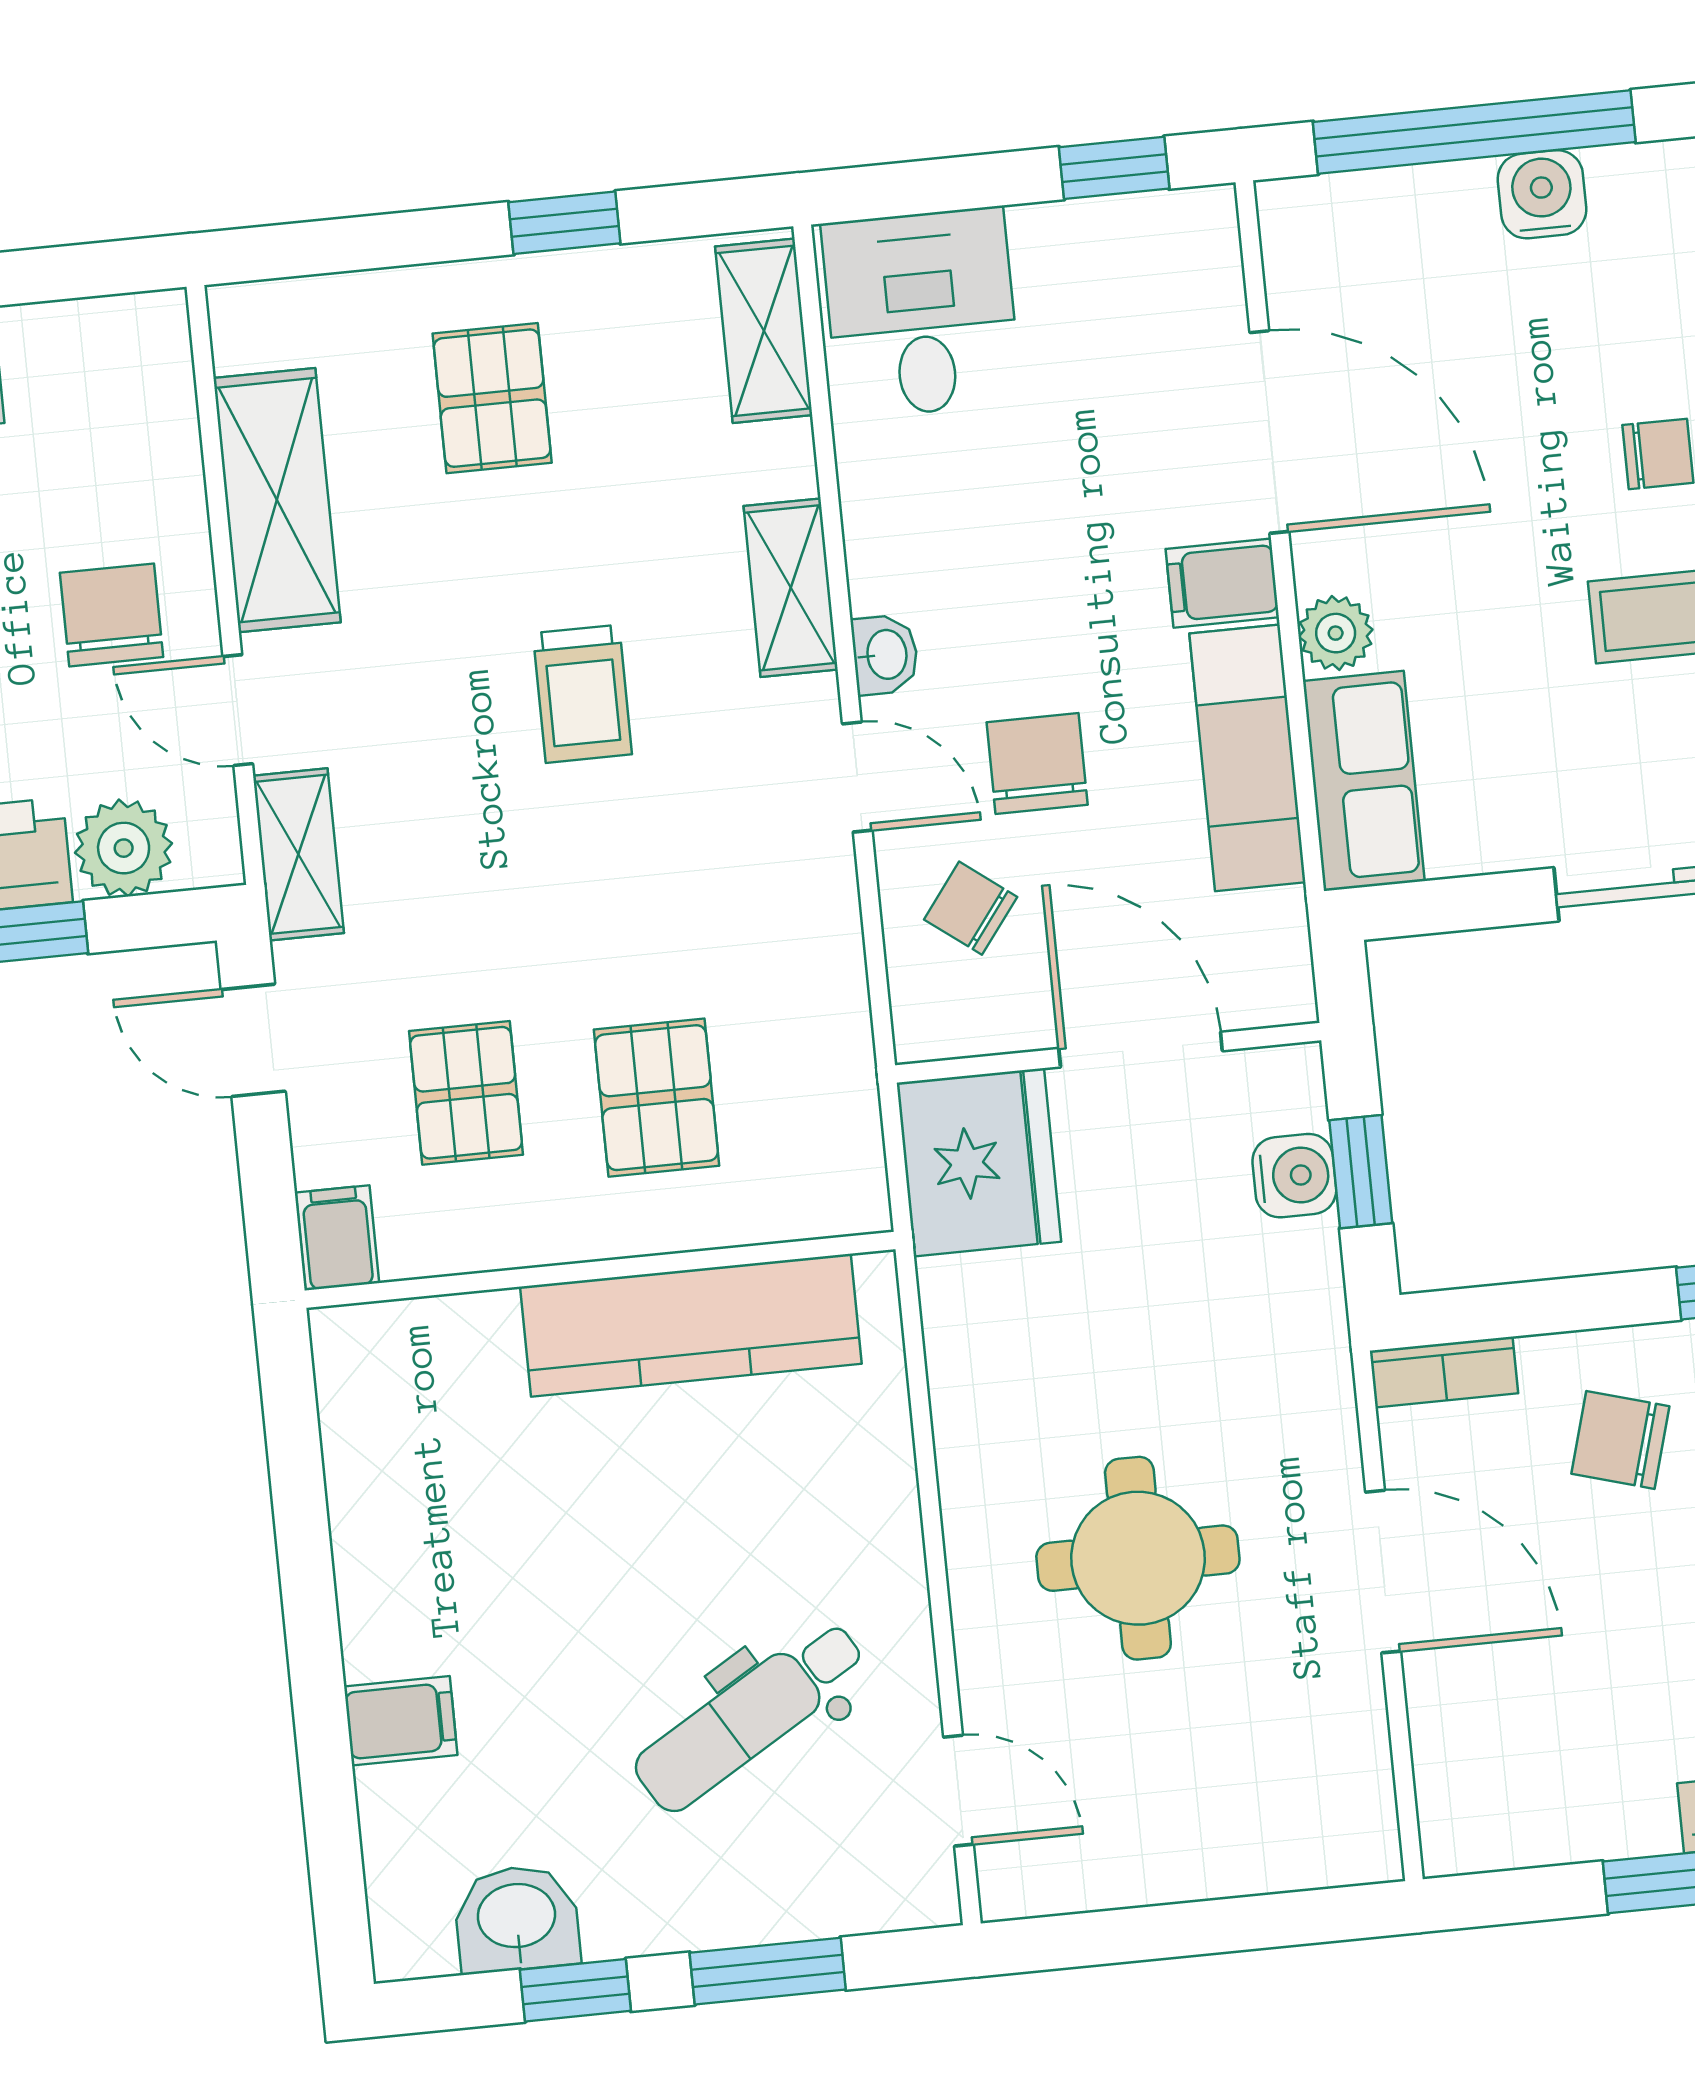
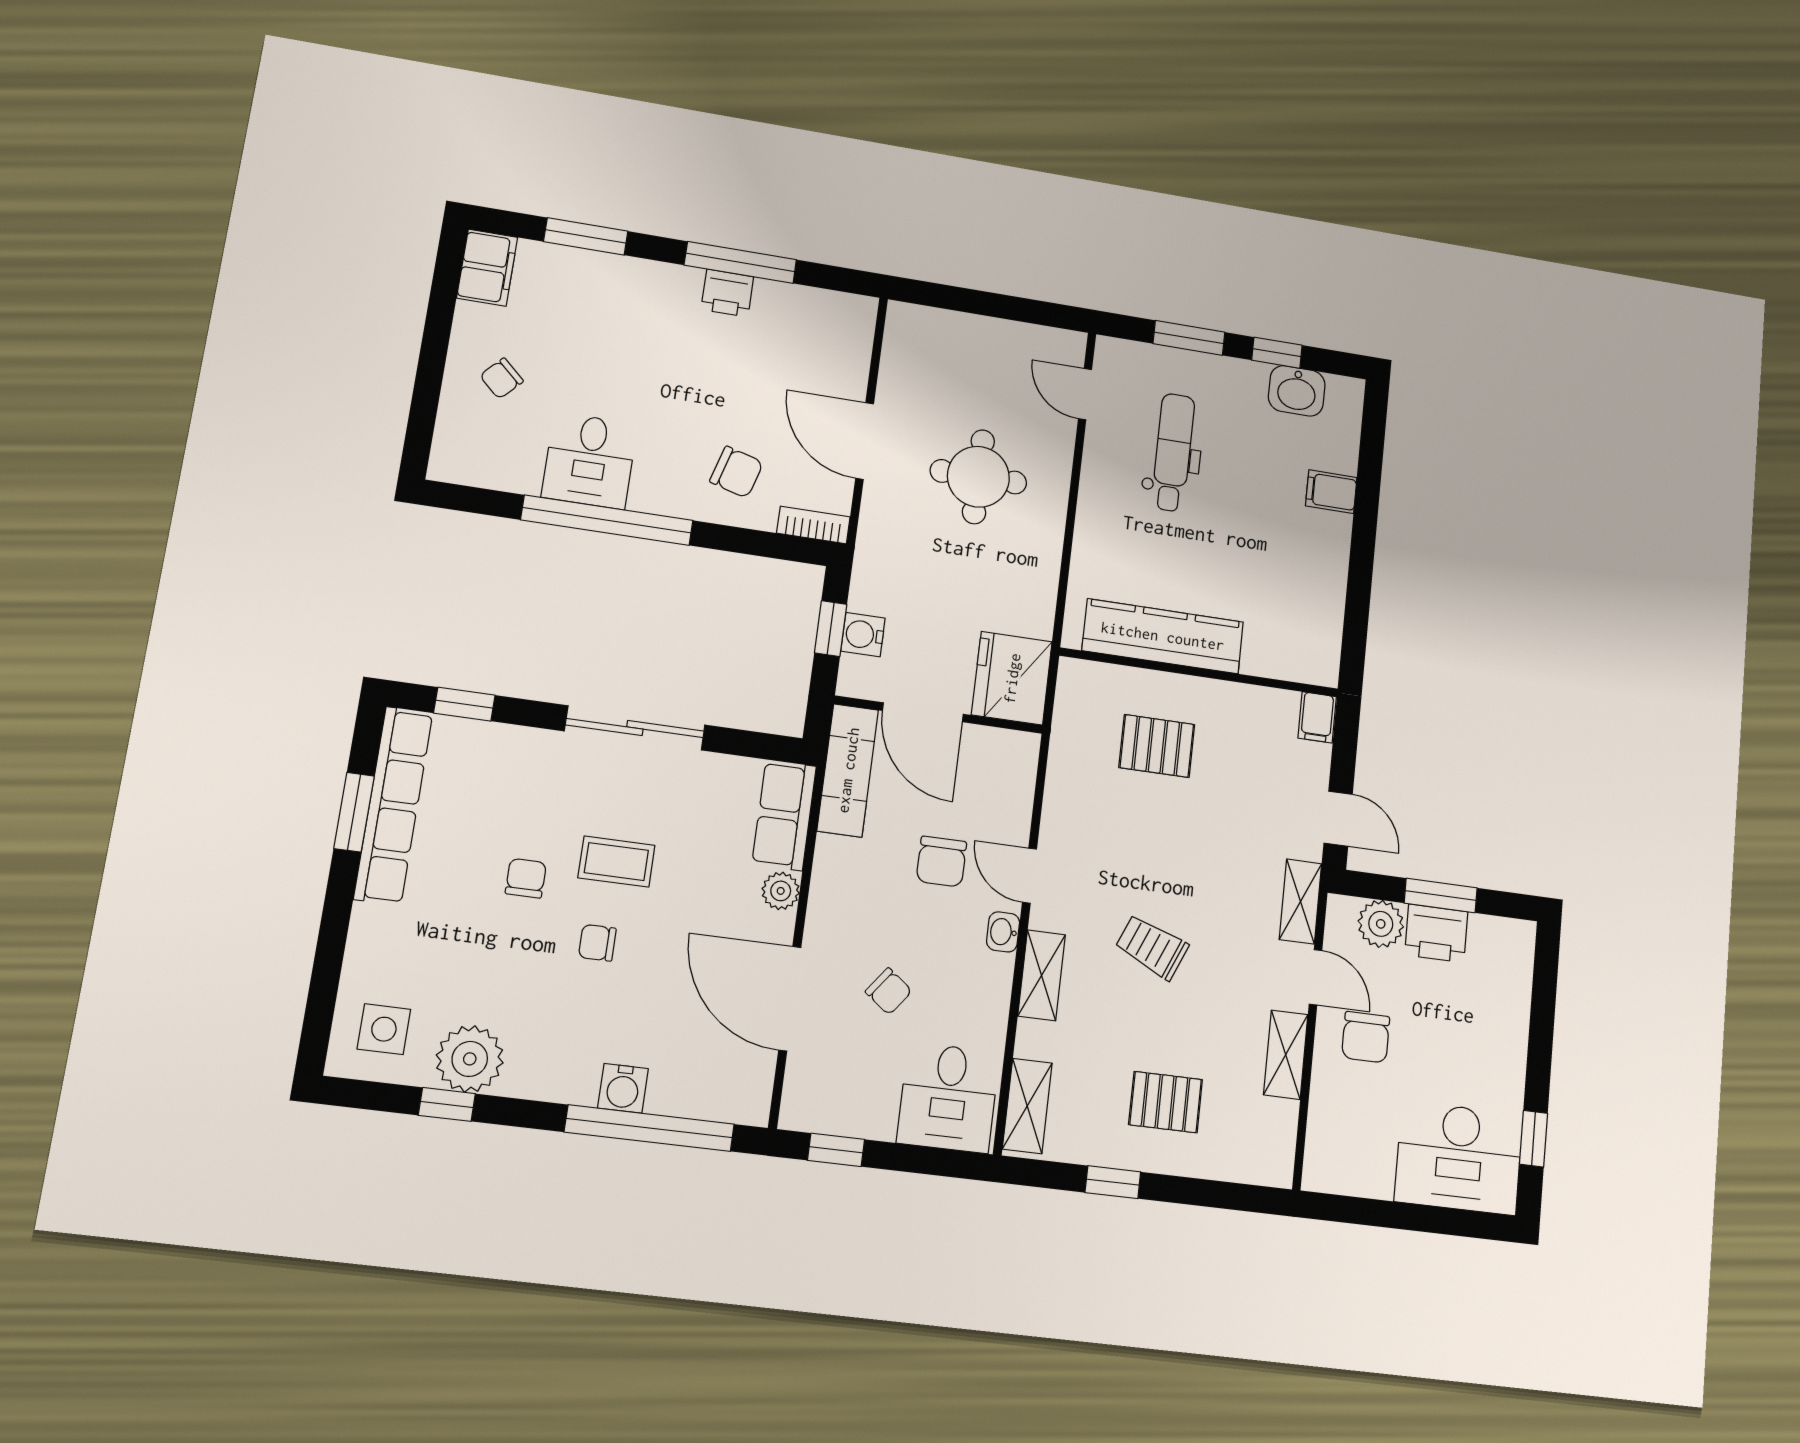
pallet: (492, 398) -> (1166, 1102), turned 90
shelving: (277, 500) -> (1286, 1055), width x0.67, depth x0.75
filing cabinet: (1222, 583) -> (831, 929), removed
trolley: (582, 694) -> (1152, 947), turned -67
exam couch: (1247, 758) -> (848, 770), moved
chair: (971, 908) -> (889, 991), moved
pallet: (466, 1093) -> (1245, 770), removed
pallet: (657, 1098) -> (1157, 746), turned 90
dental chair: (750, 1716) -> (1173, 452), turned -59

